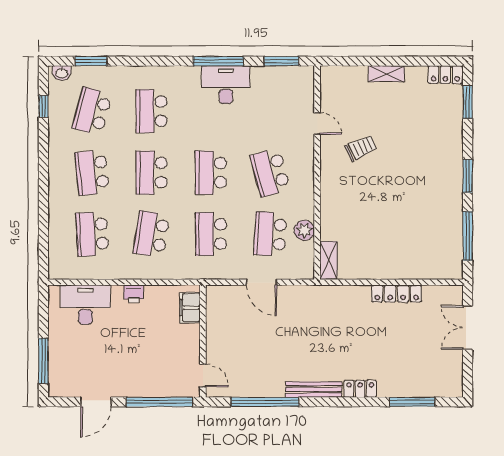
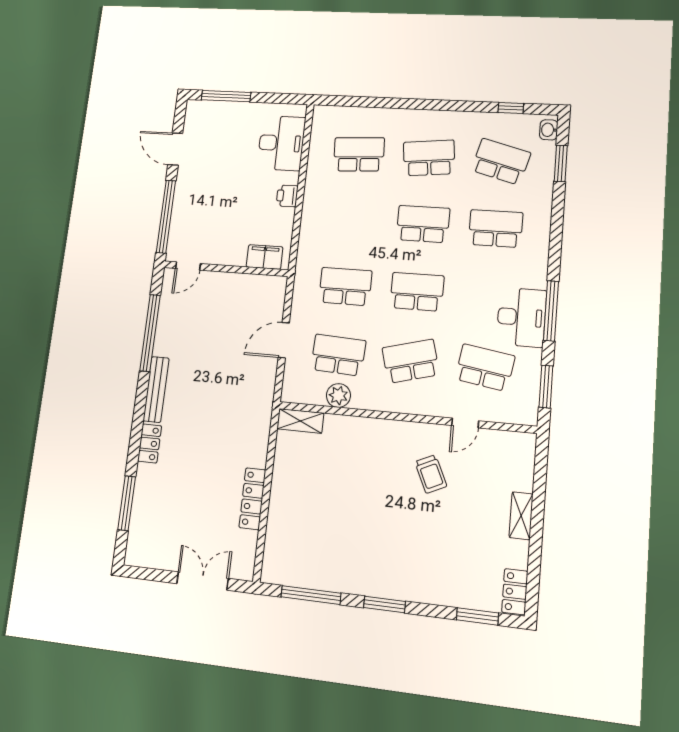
school desk: (151, 234) -> (485, 368), moved

